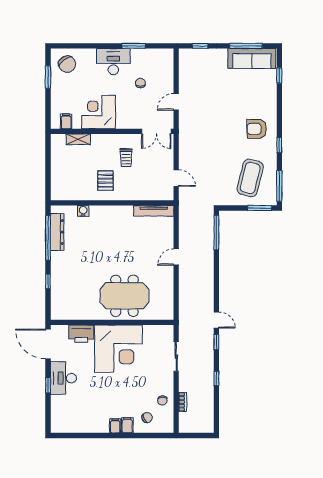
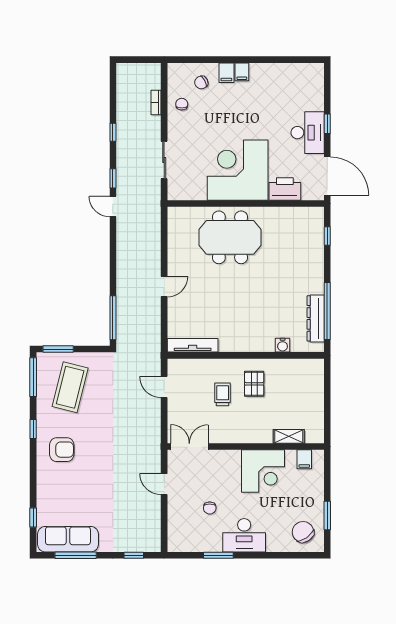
door: (176, 102) -> (164, 484), swing flipped
trolley: (126, 158) -> (223, 394), moved
window: (48, 281) -> (327, 236), moved

